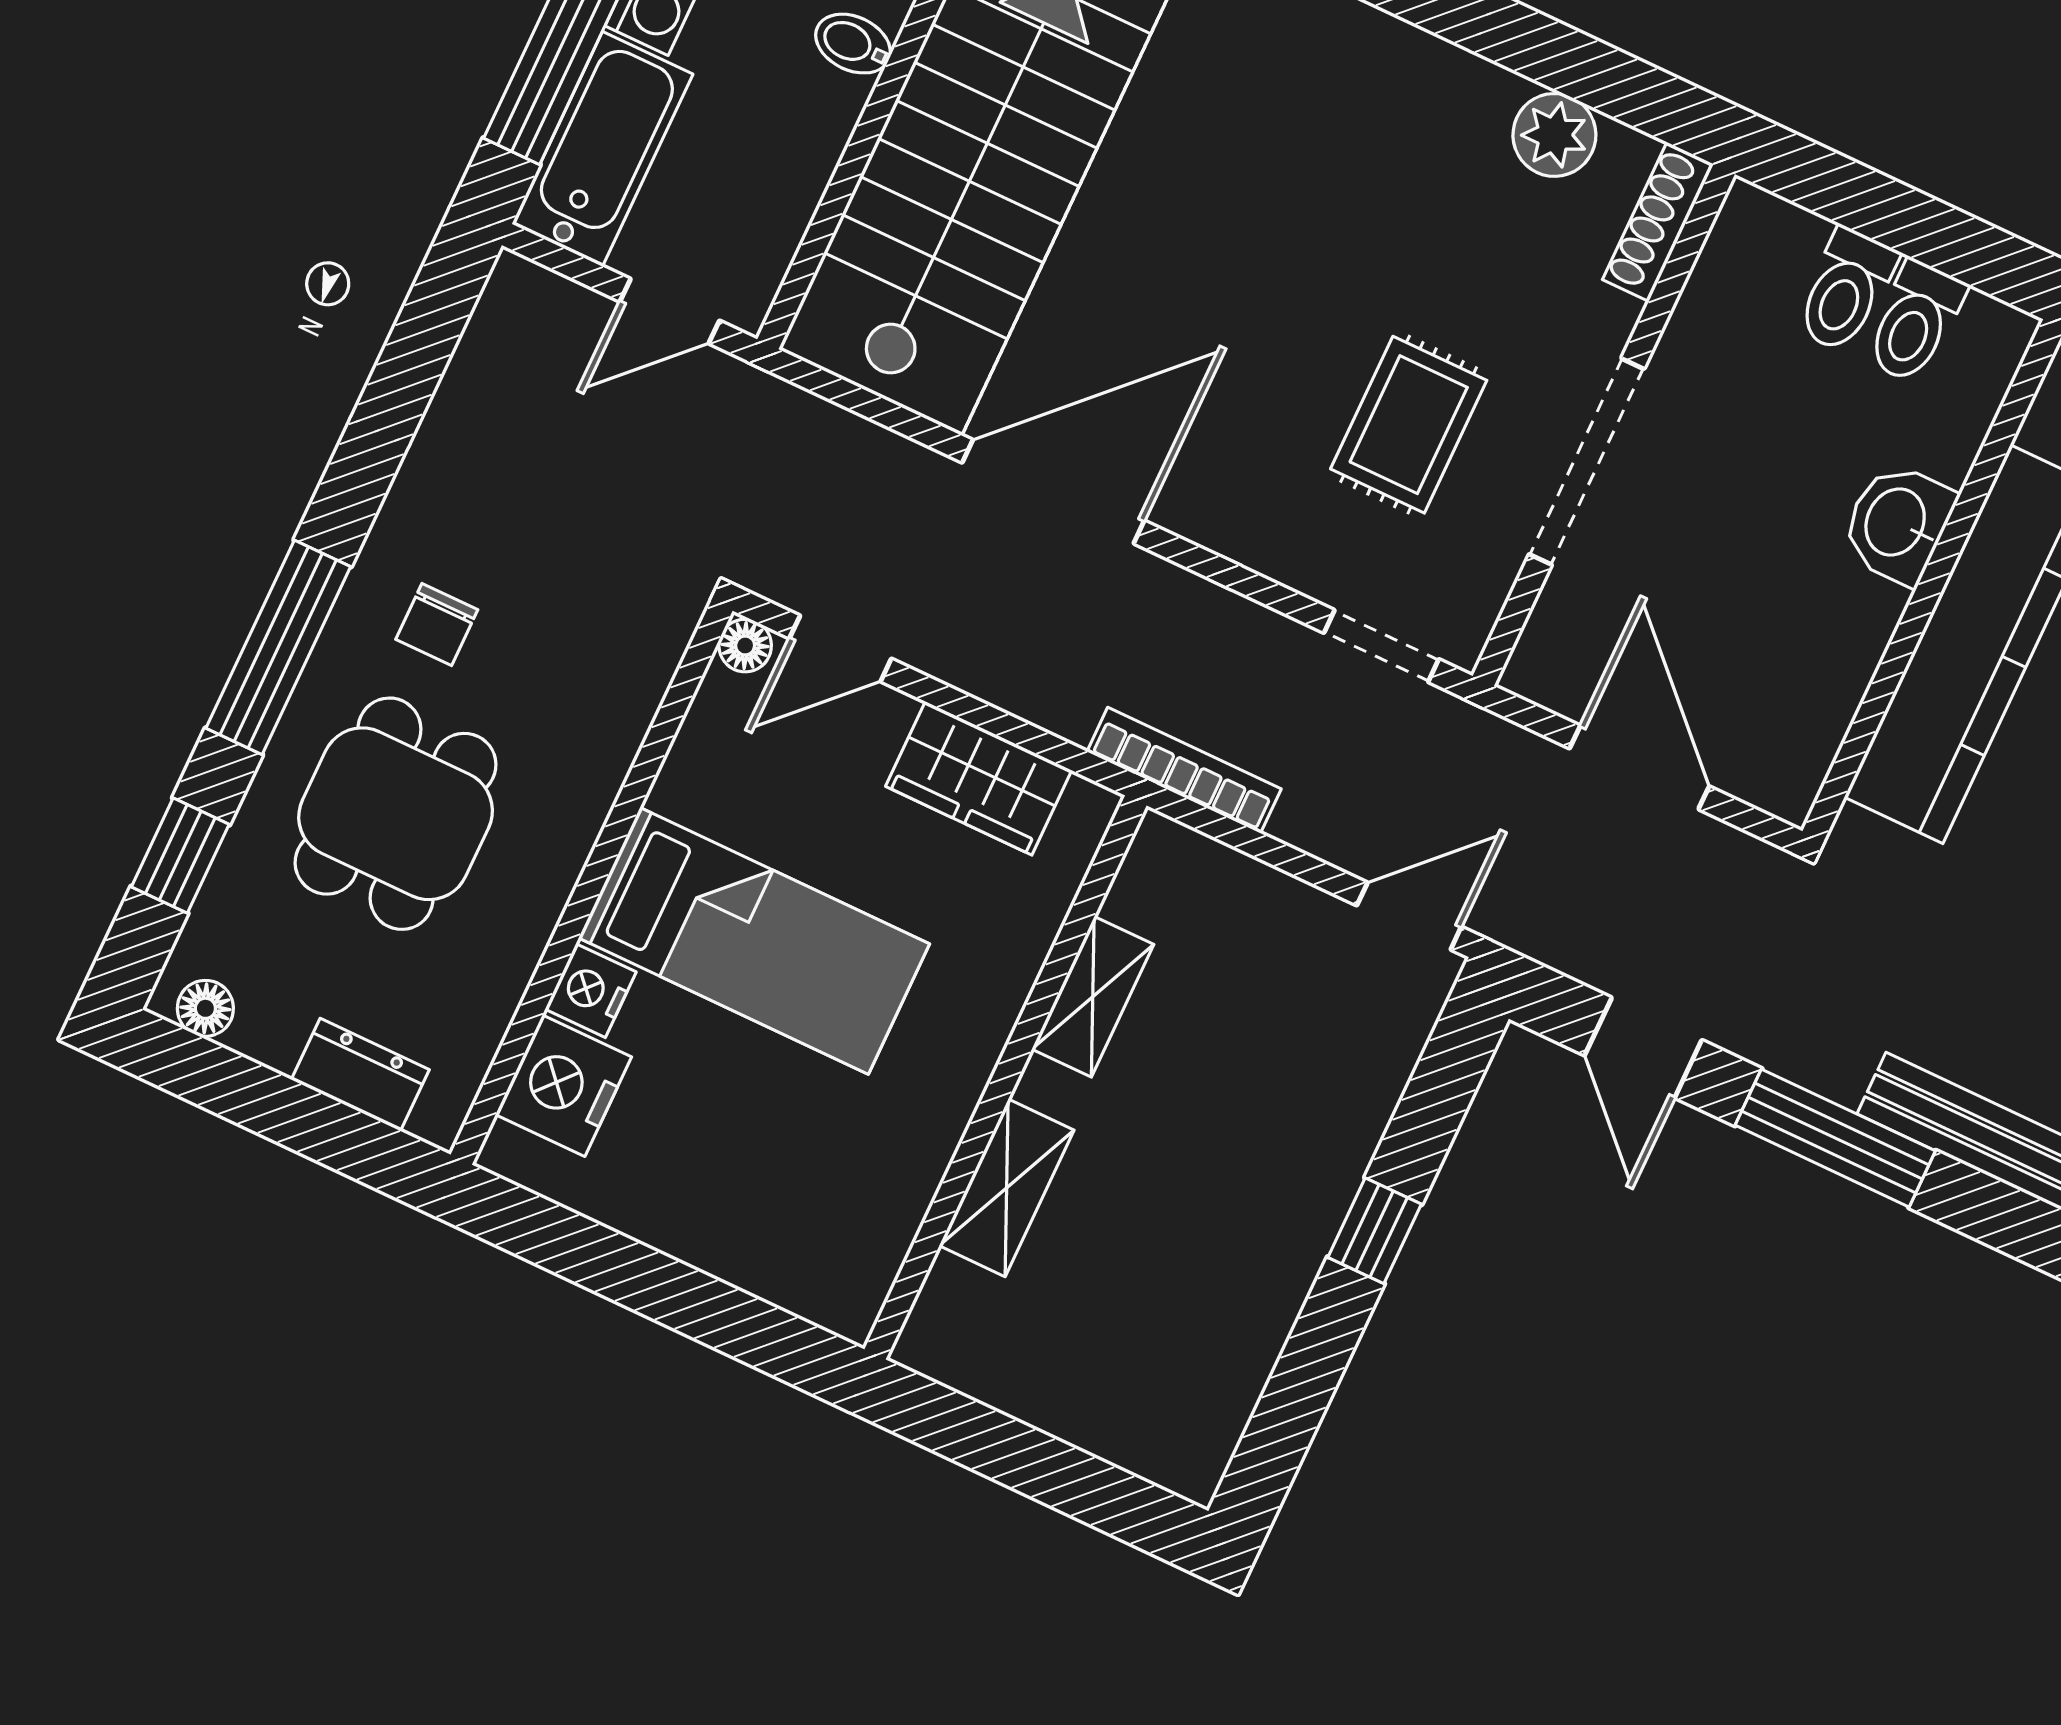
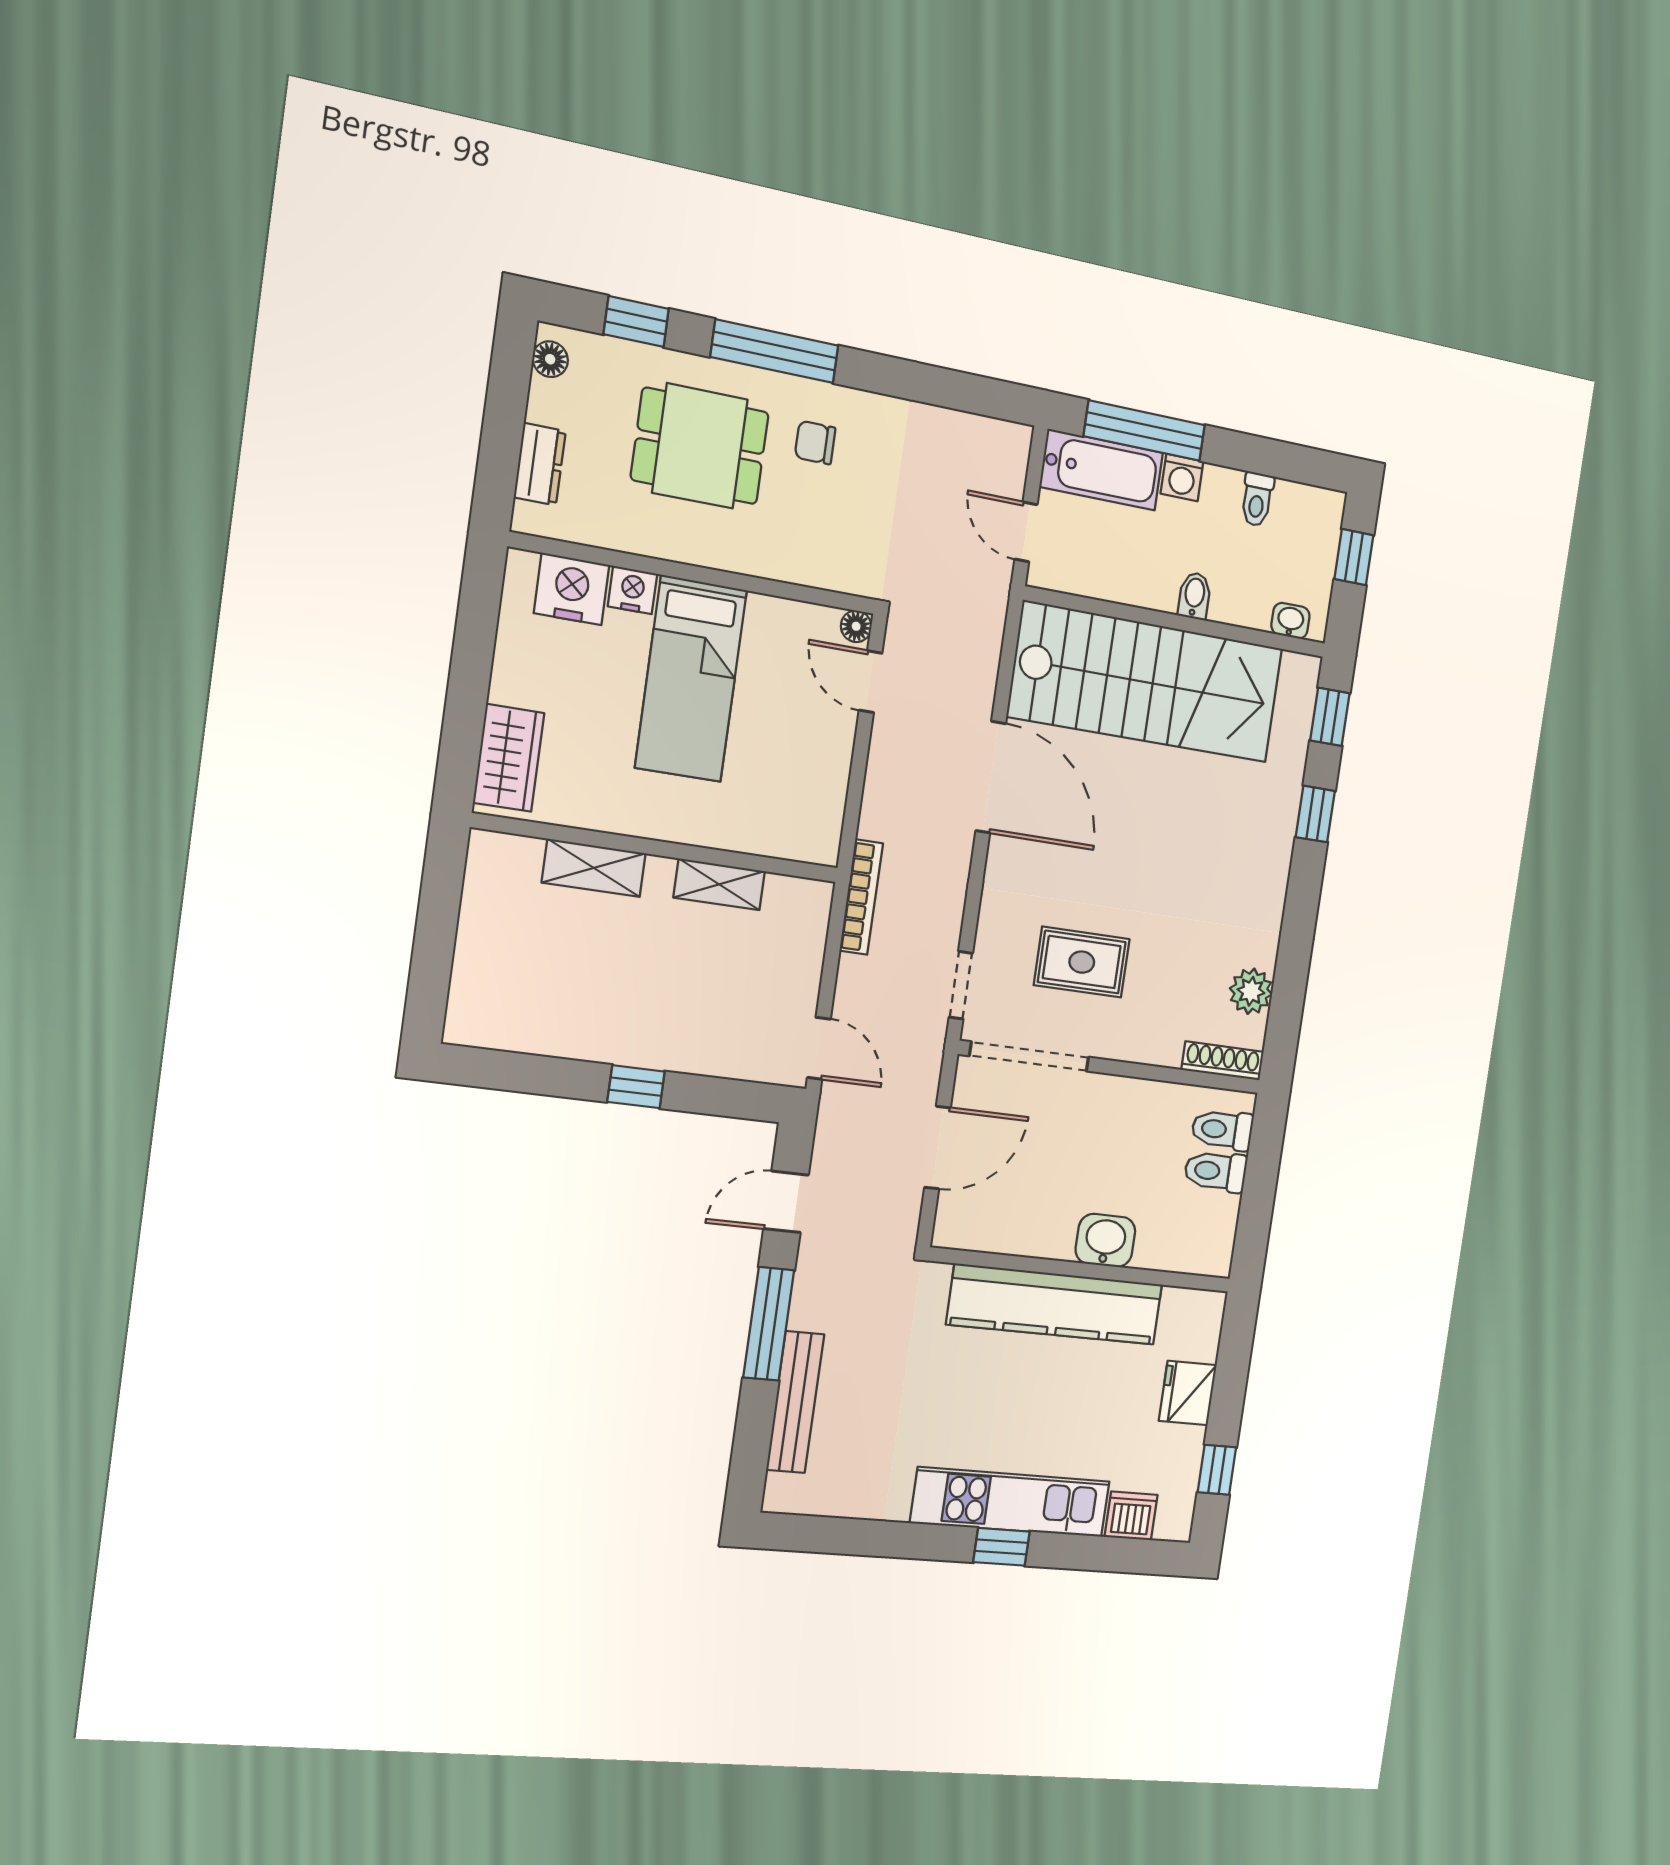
toilet: (1915, 322) -> (1222, 1130), moved
doorway: (1587, 462) -> (1029, 1056), moved
wardrobe: (979, 778) -> (509, 758), moved, turned 180

